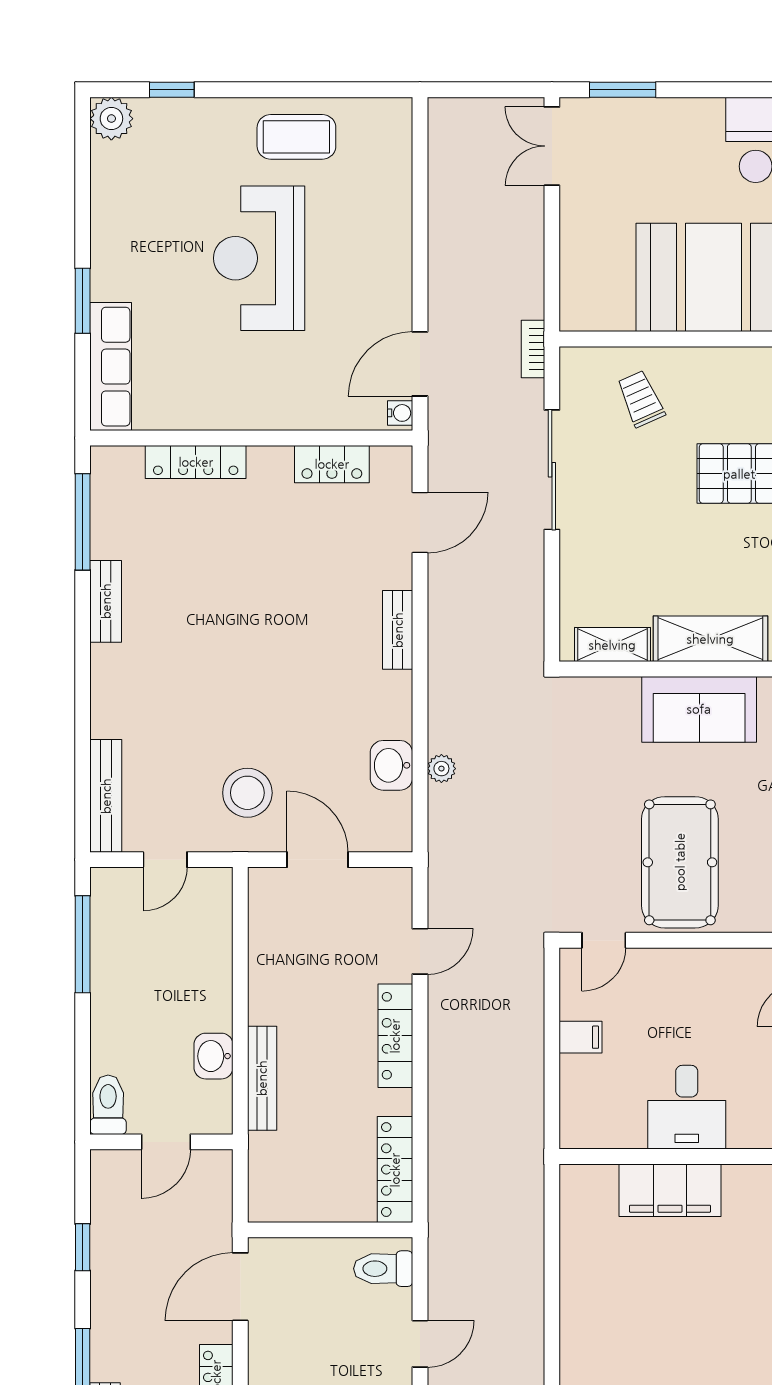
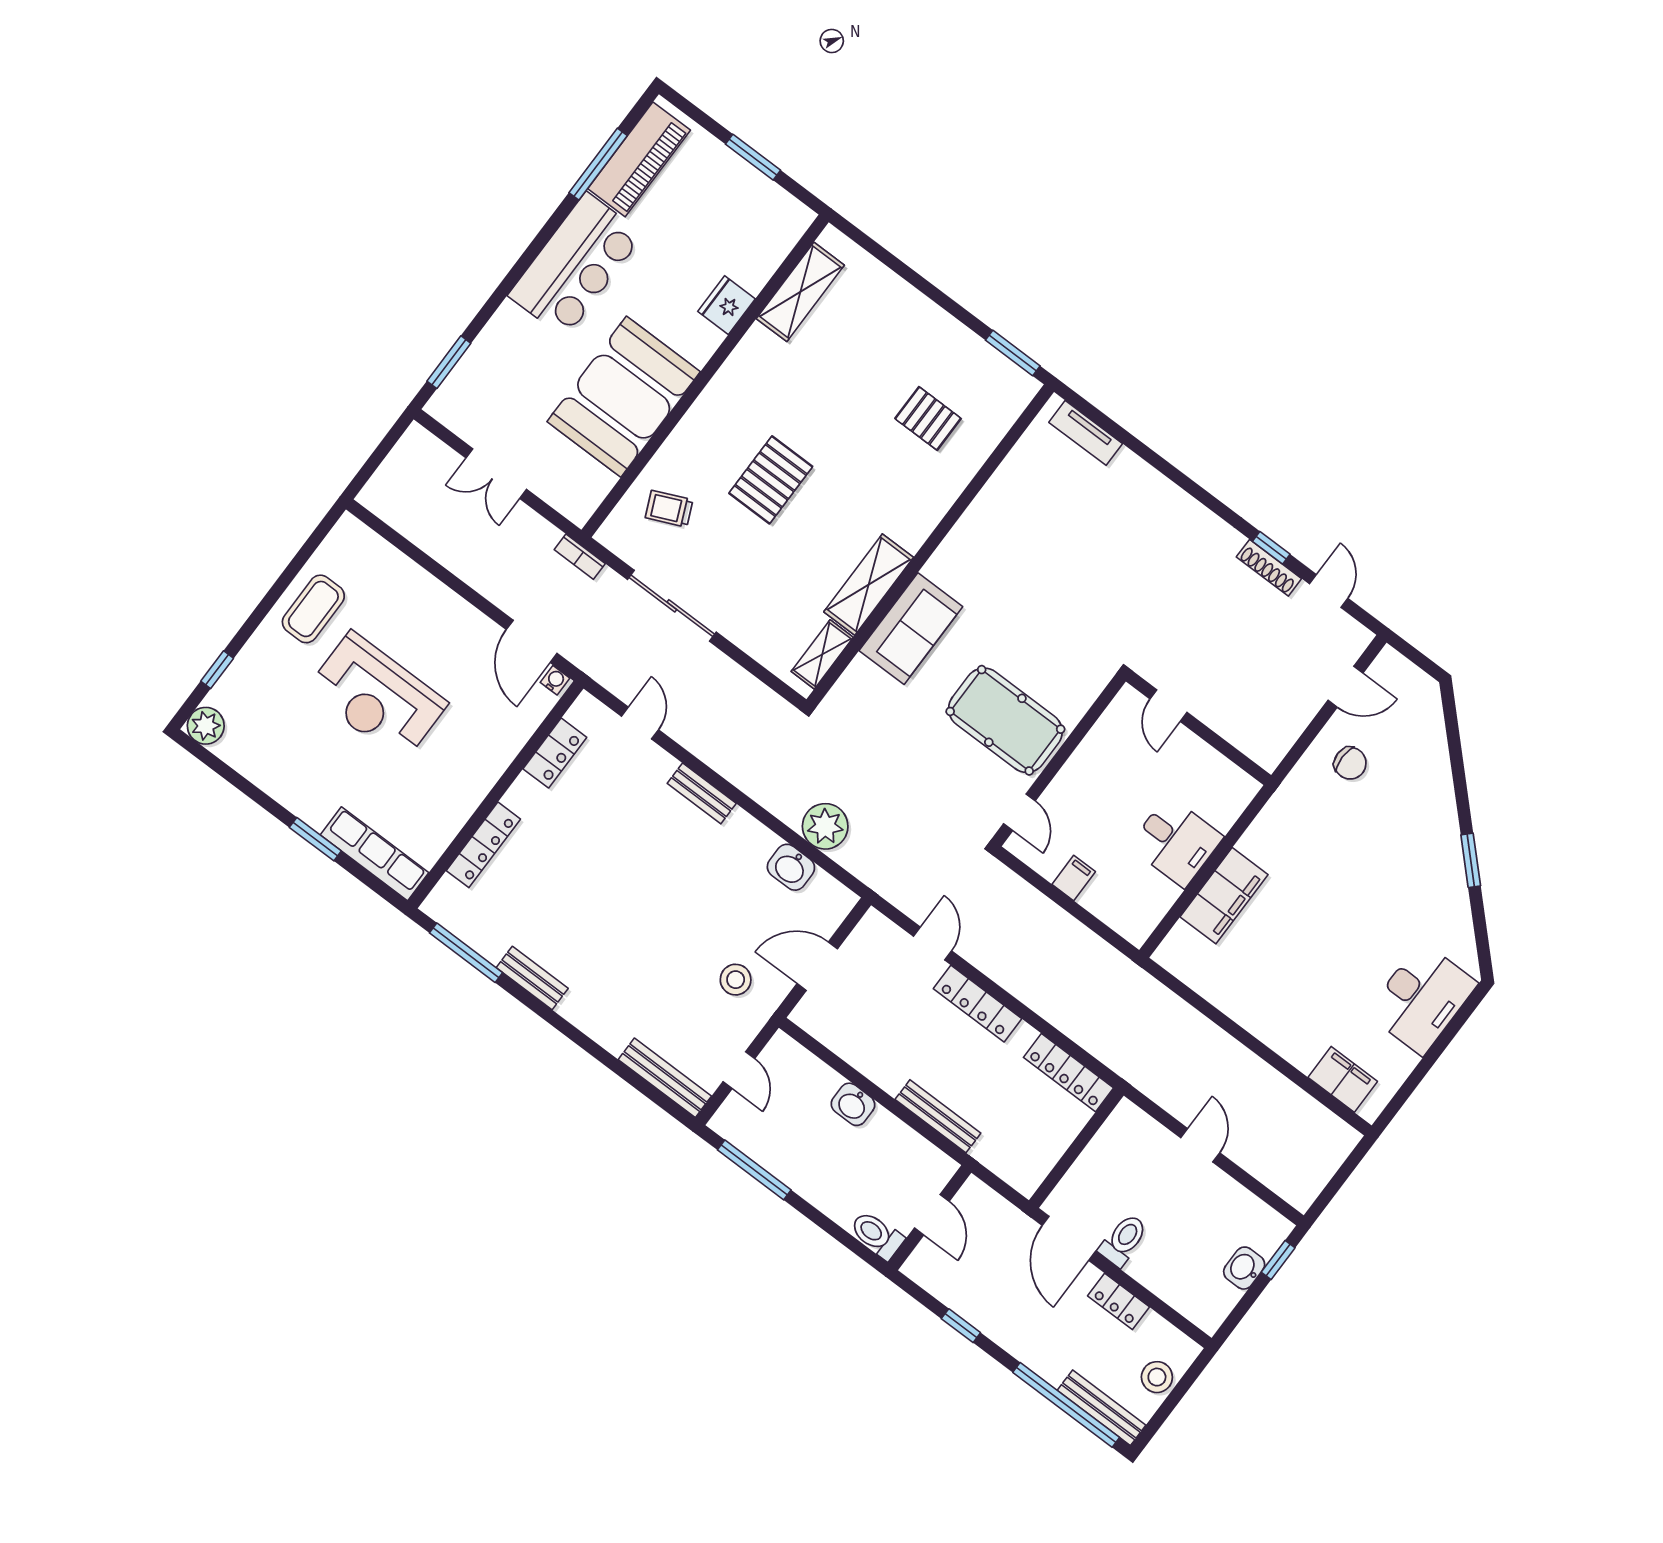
double door: (552, 146) -> (496, 474), moved
door: (420, 523) -> (640, 723), width x0.73
plant: (441, 769) -> (825, 826), width x1.88, depth x1.88
stool: (247, 793) -> (736, 980), width x0.73, depth x0.73
washbasin: (213, 1056) -> (853, 1104), moved
toilet: (383, 1269) -> (1123, 1240), moved, turned 180

